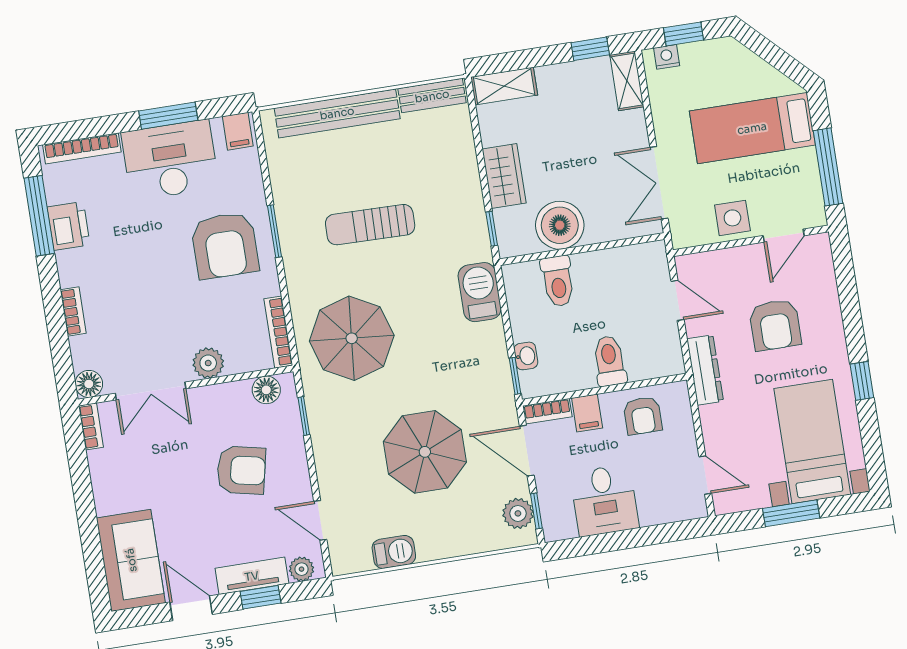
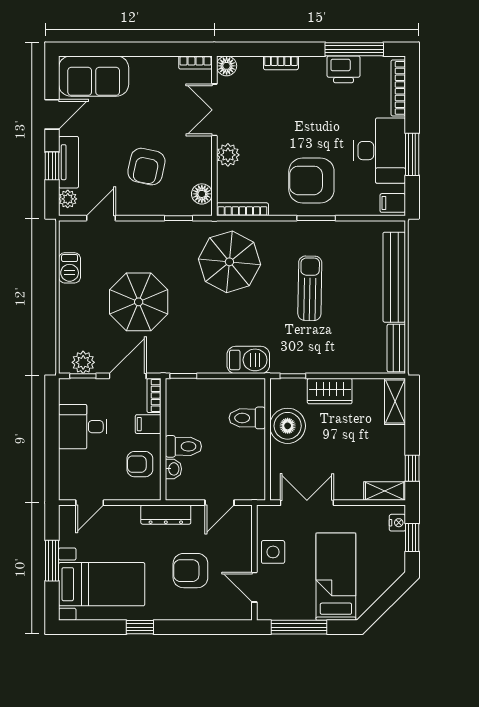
washbasin: (526, 356) -> (173, 469), moved, turned -90

